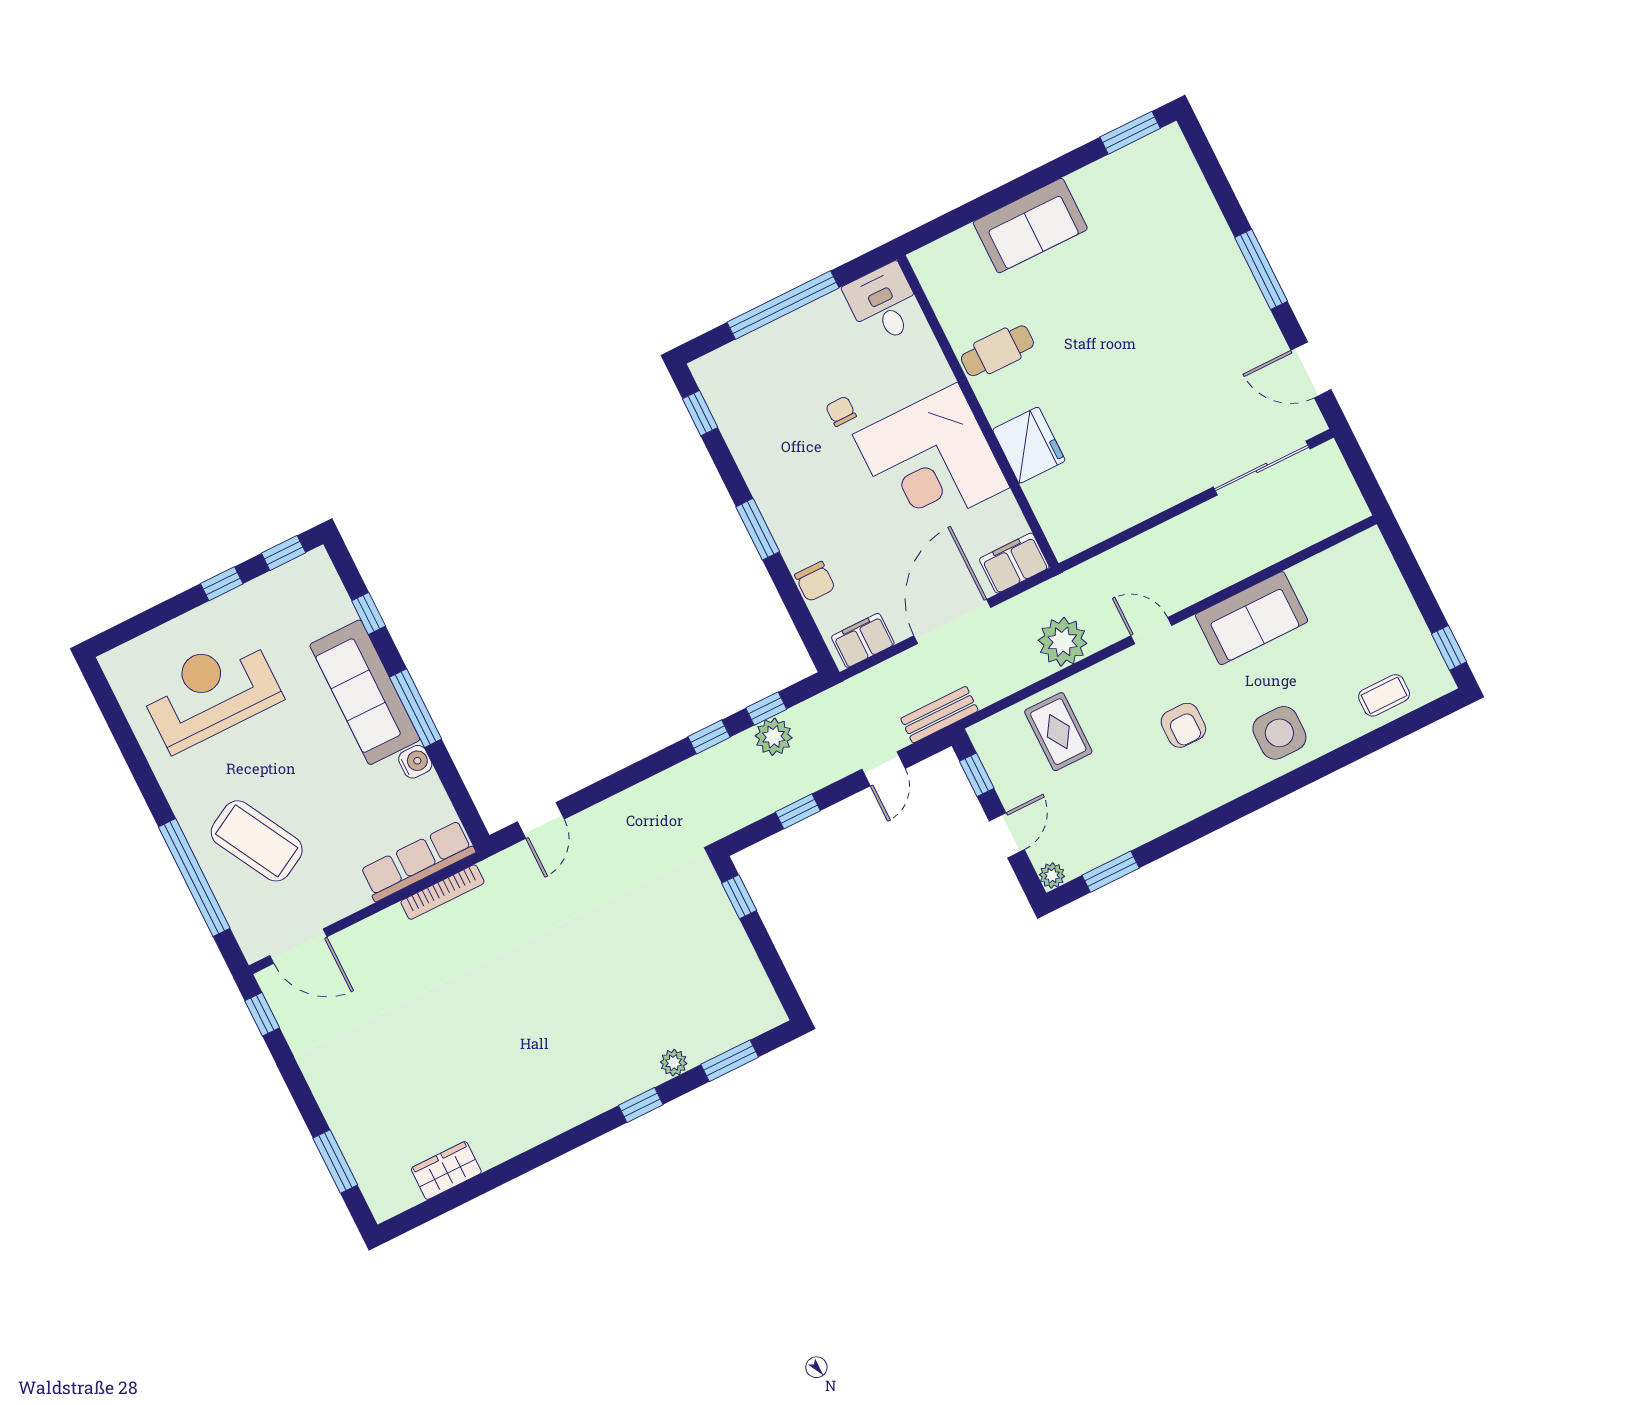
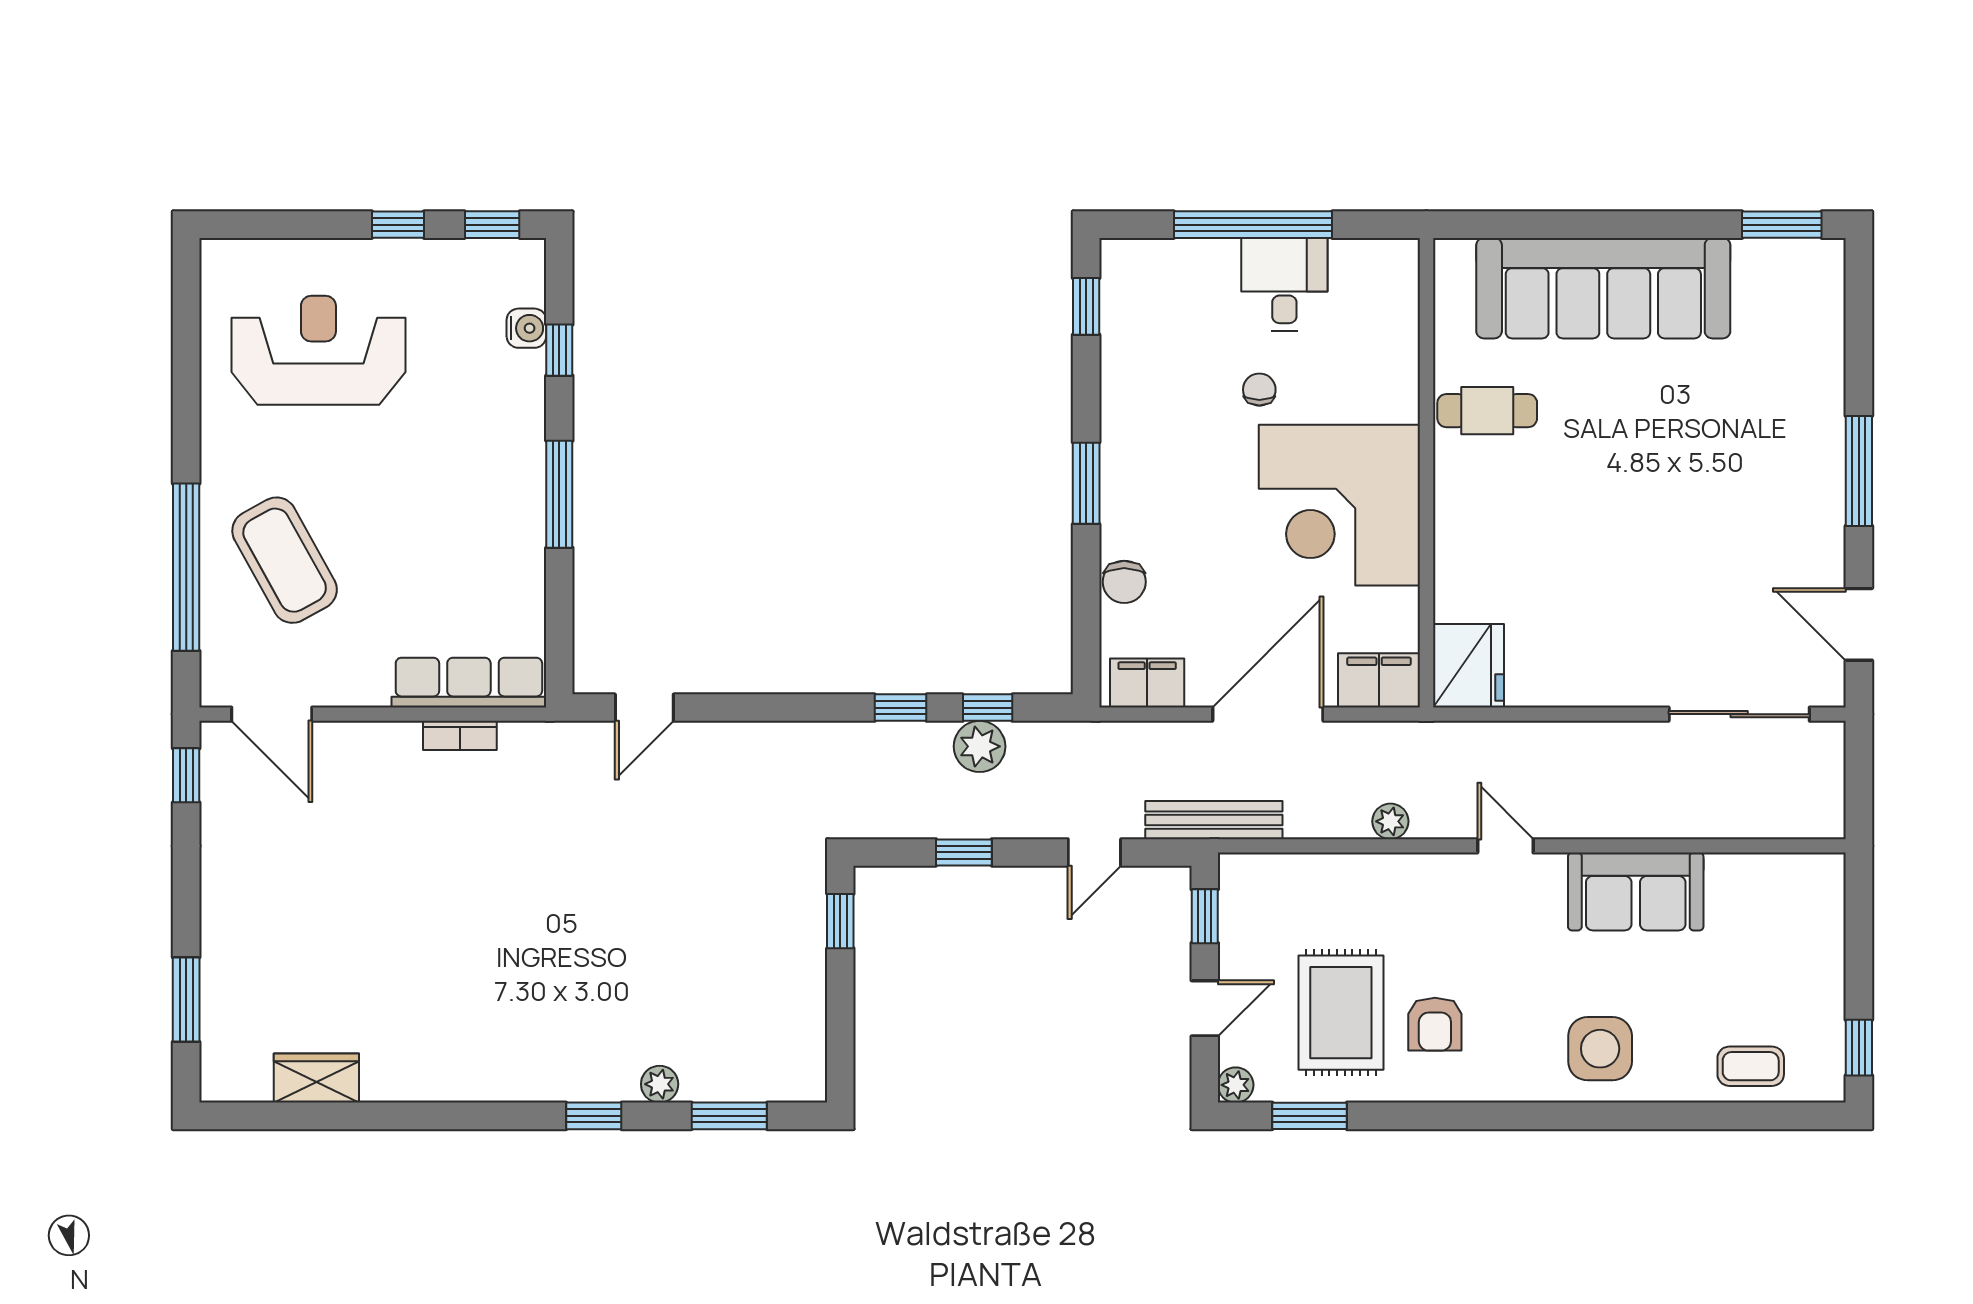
sofa: (1030, 226) -> (1603, 288), width x1.85, depth x1.27
desk: (884, 304) -> (1284, 284), moved
fridge: (1029, 445) -> (1468, 666), moved
plant: (1063, 642) -> (1390, 821), width x0.53, depth x0.53
sofa: (365, 692) -> (507, 444), removed
bench: (939, 715) -> (1214, 820), width x1.36
armchair: (1183, 725) -> (1435, 1024), moved
rug: (1058, 732) -> (1341, 1013), moved, width x1.36, depth x1.43
water cooler: (415, 762) -> (526, 328), moved
bookcase: (442, 892) -> (460, 735), width x0.64

